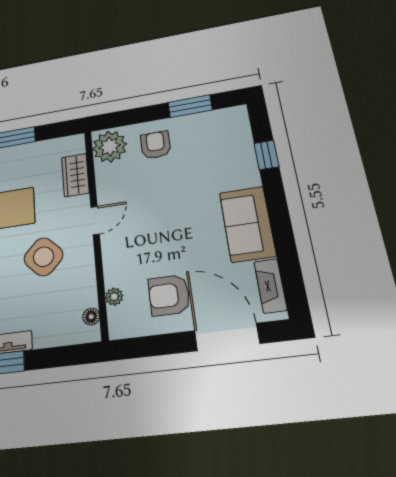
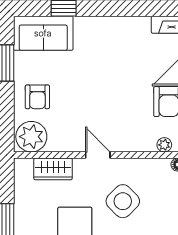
armchair: (156, 145) -> (37, 97), turned -90
sofa: (247, 224) -> (43, 33), moved

